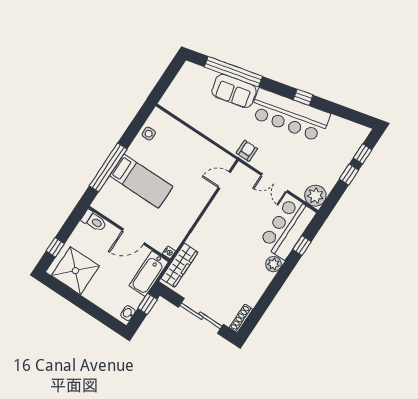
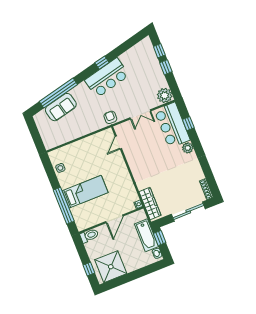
sofa: (234, 91) -> (61, 107), moved
bar counter: (290, 115) -> (107, 78), width x0.73
bathtub: (149, 274) -> (146, 235), moved

